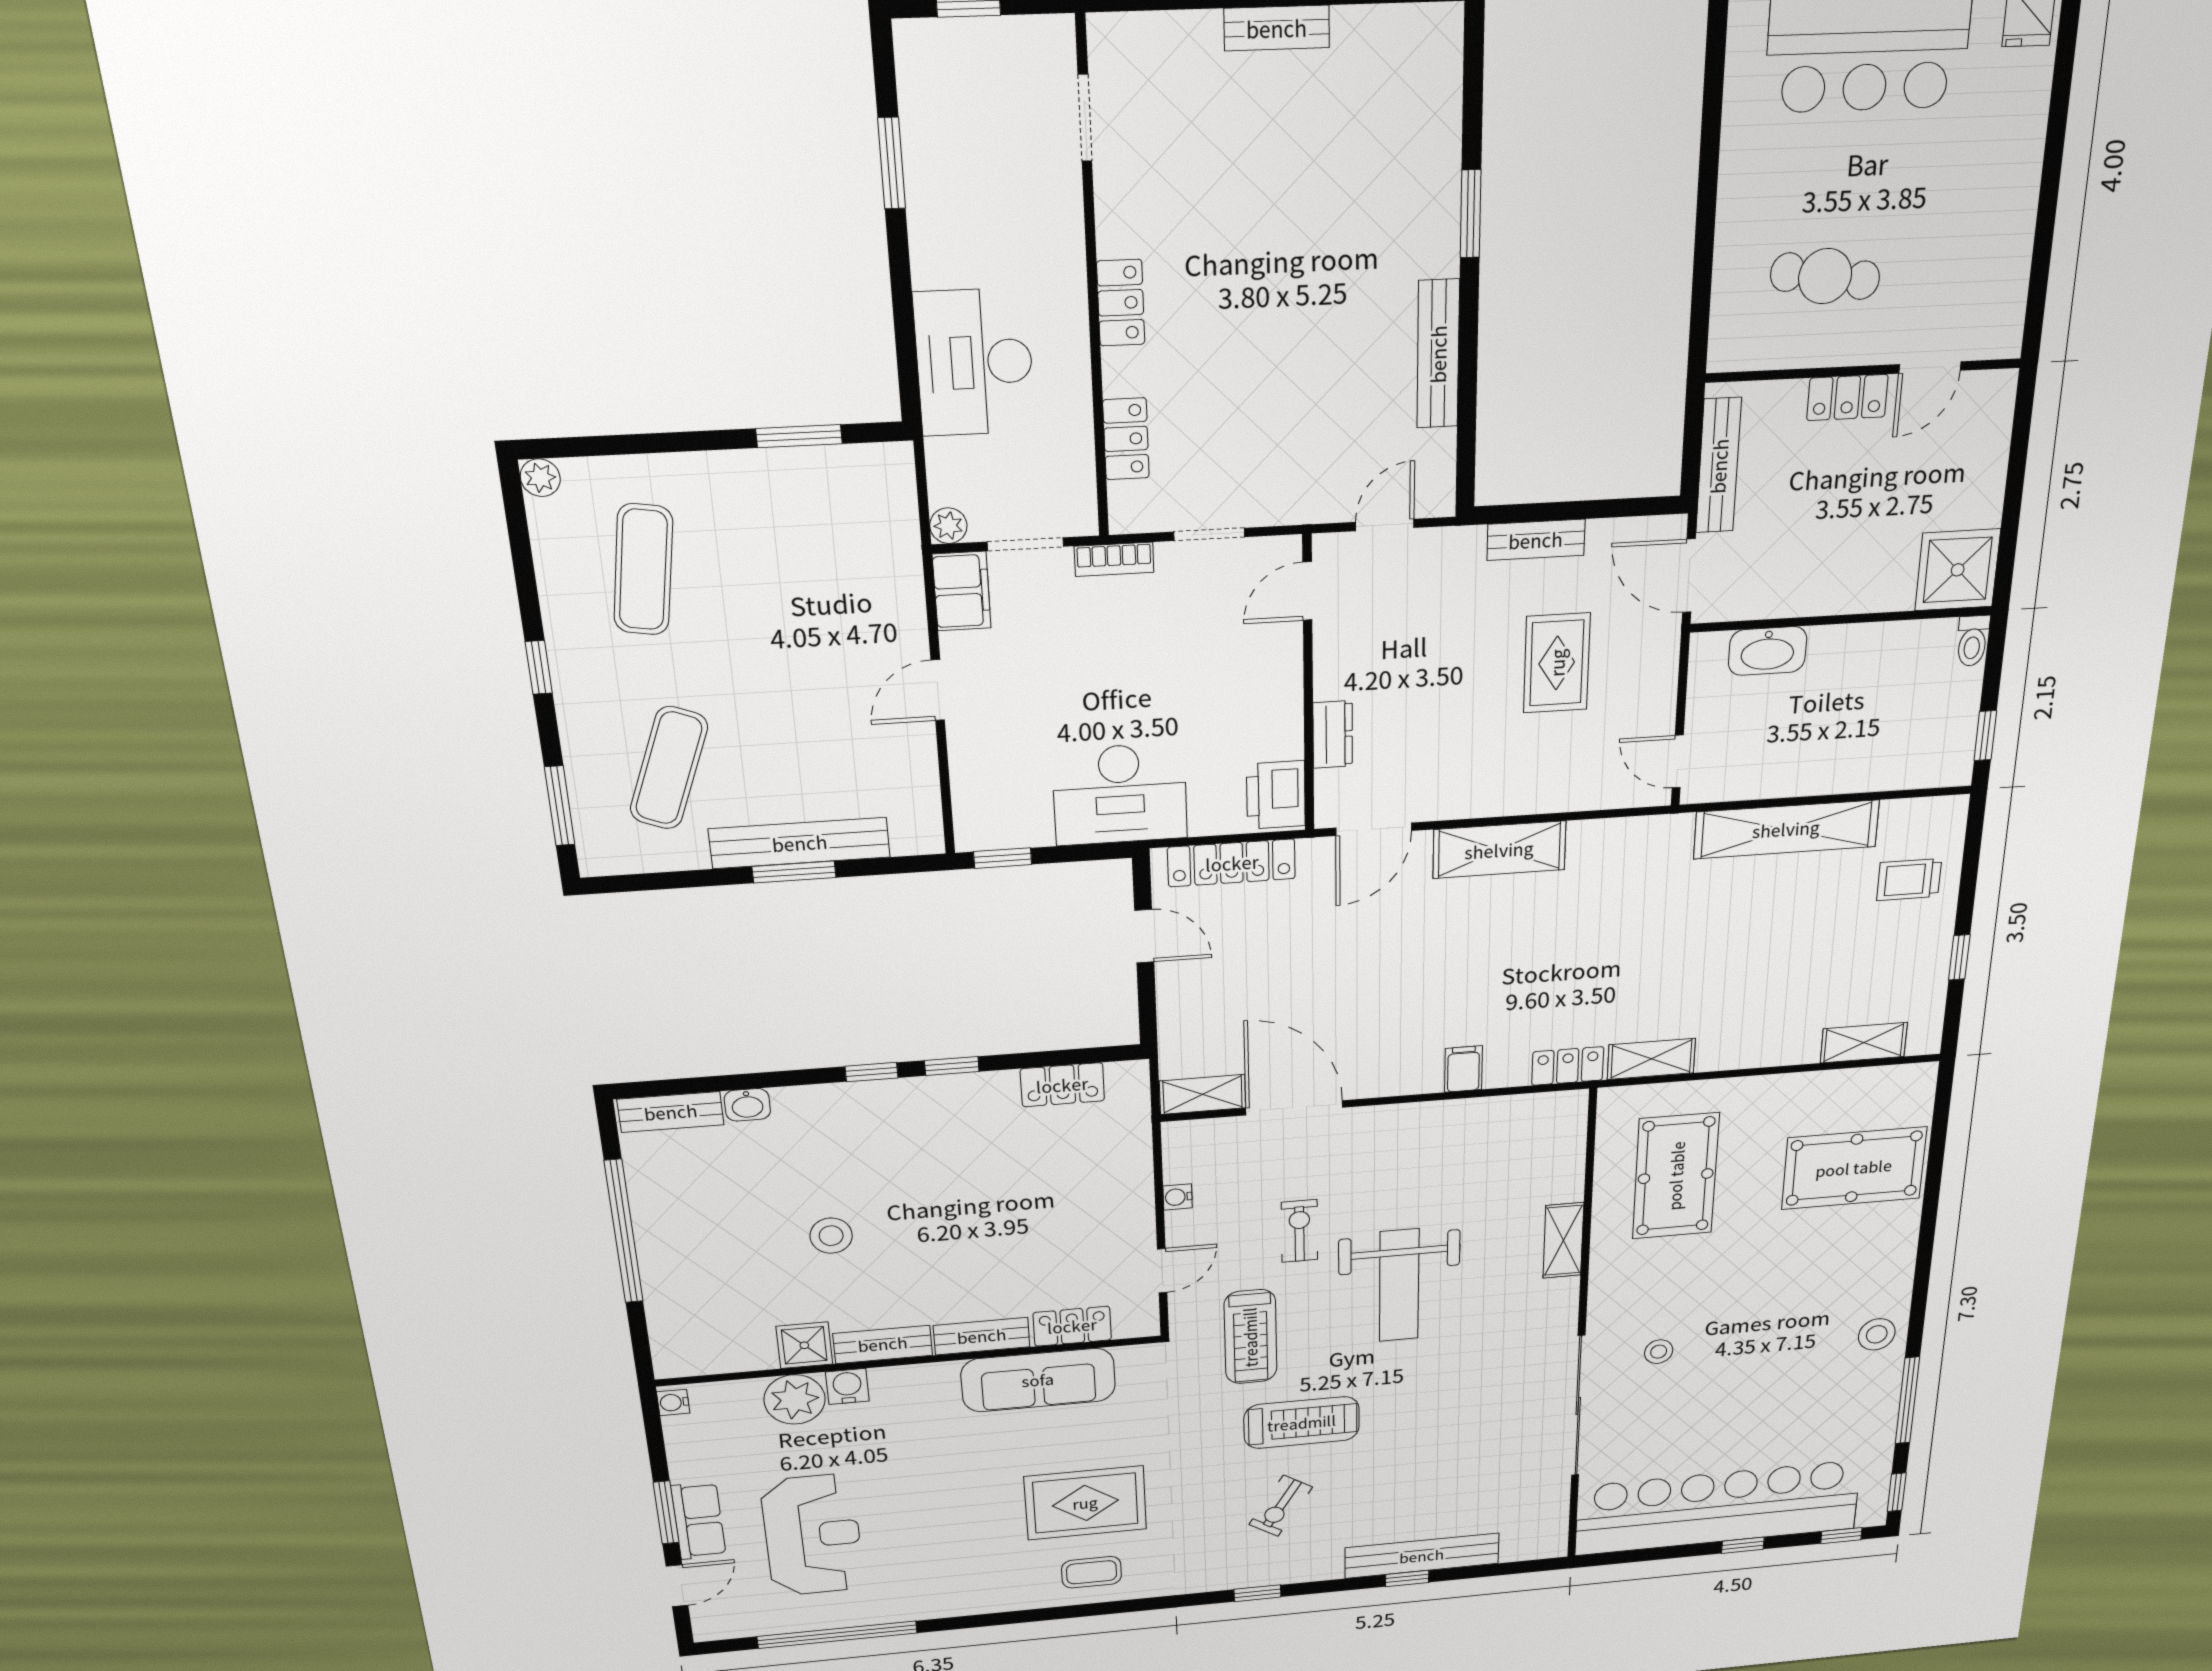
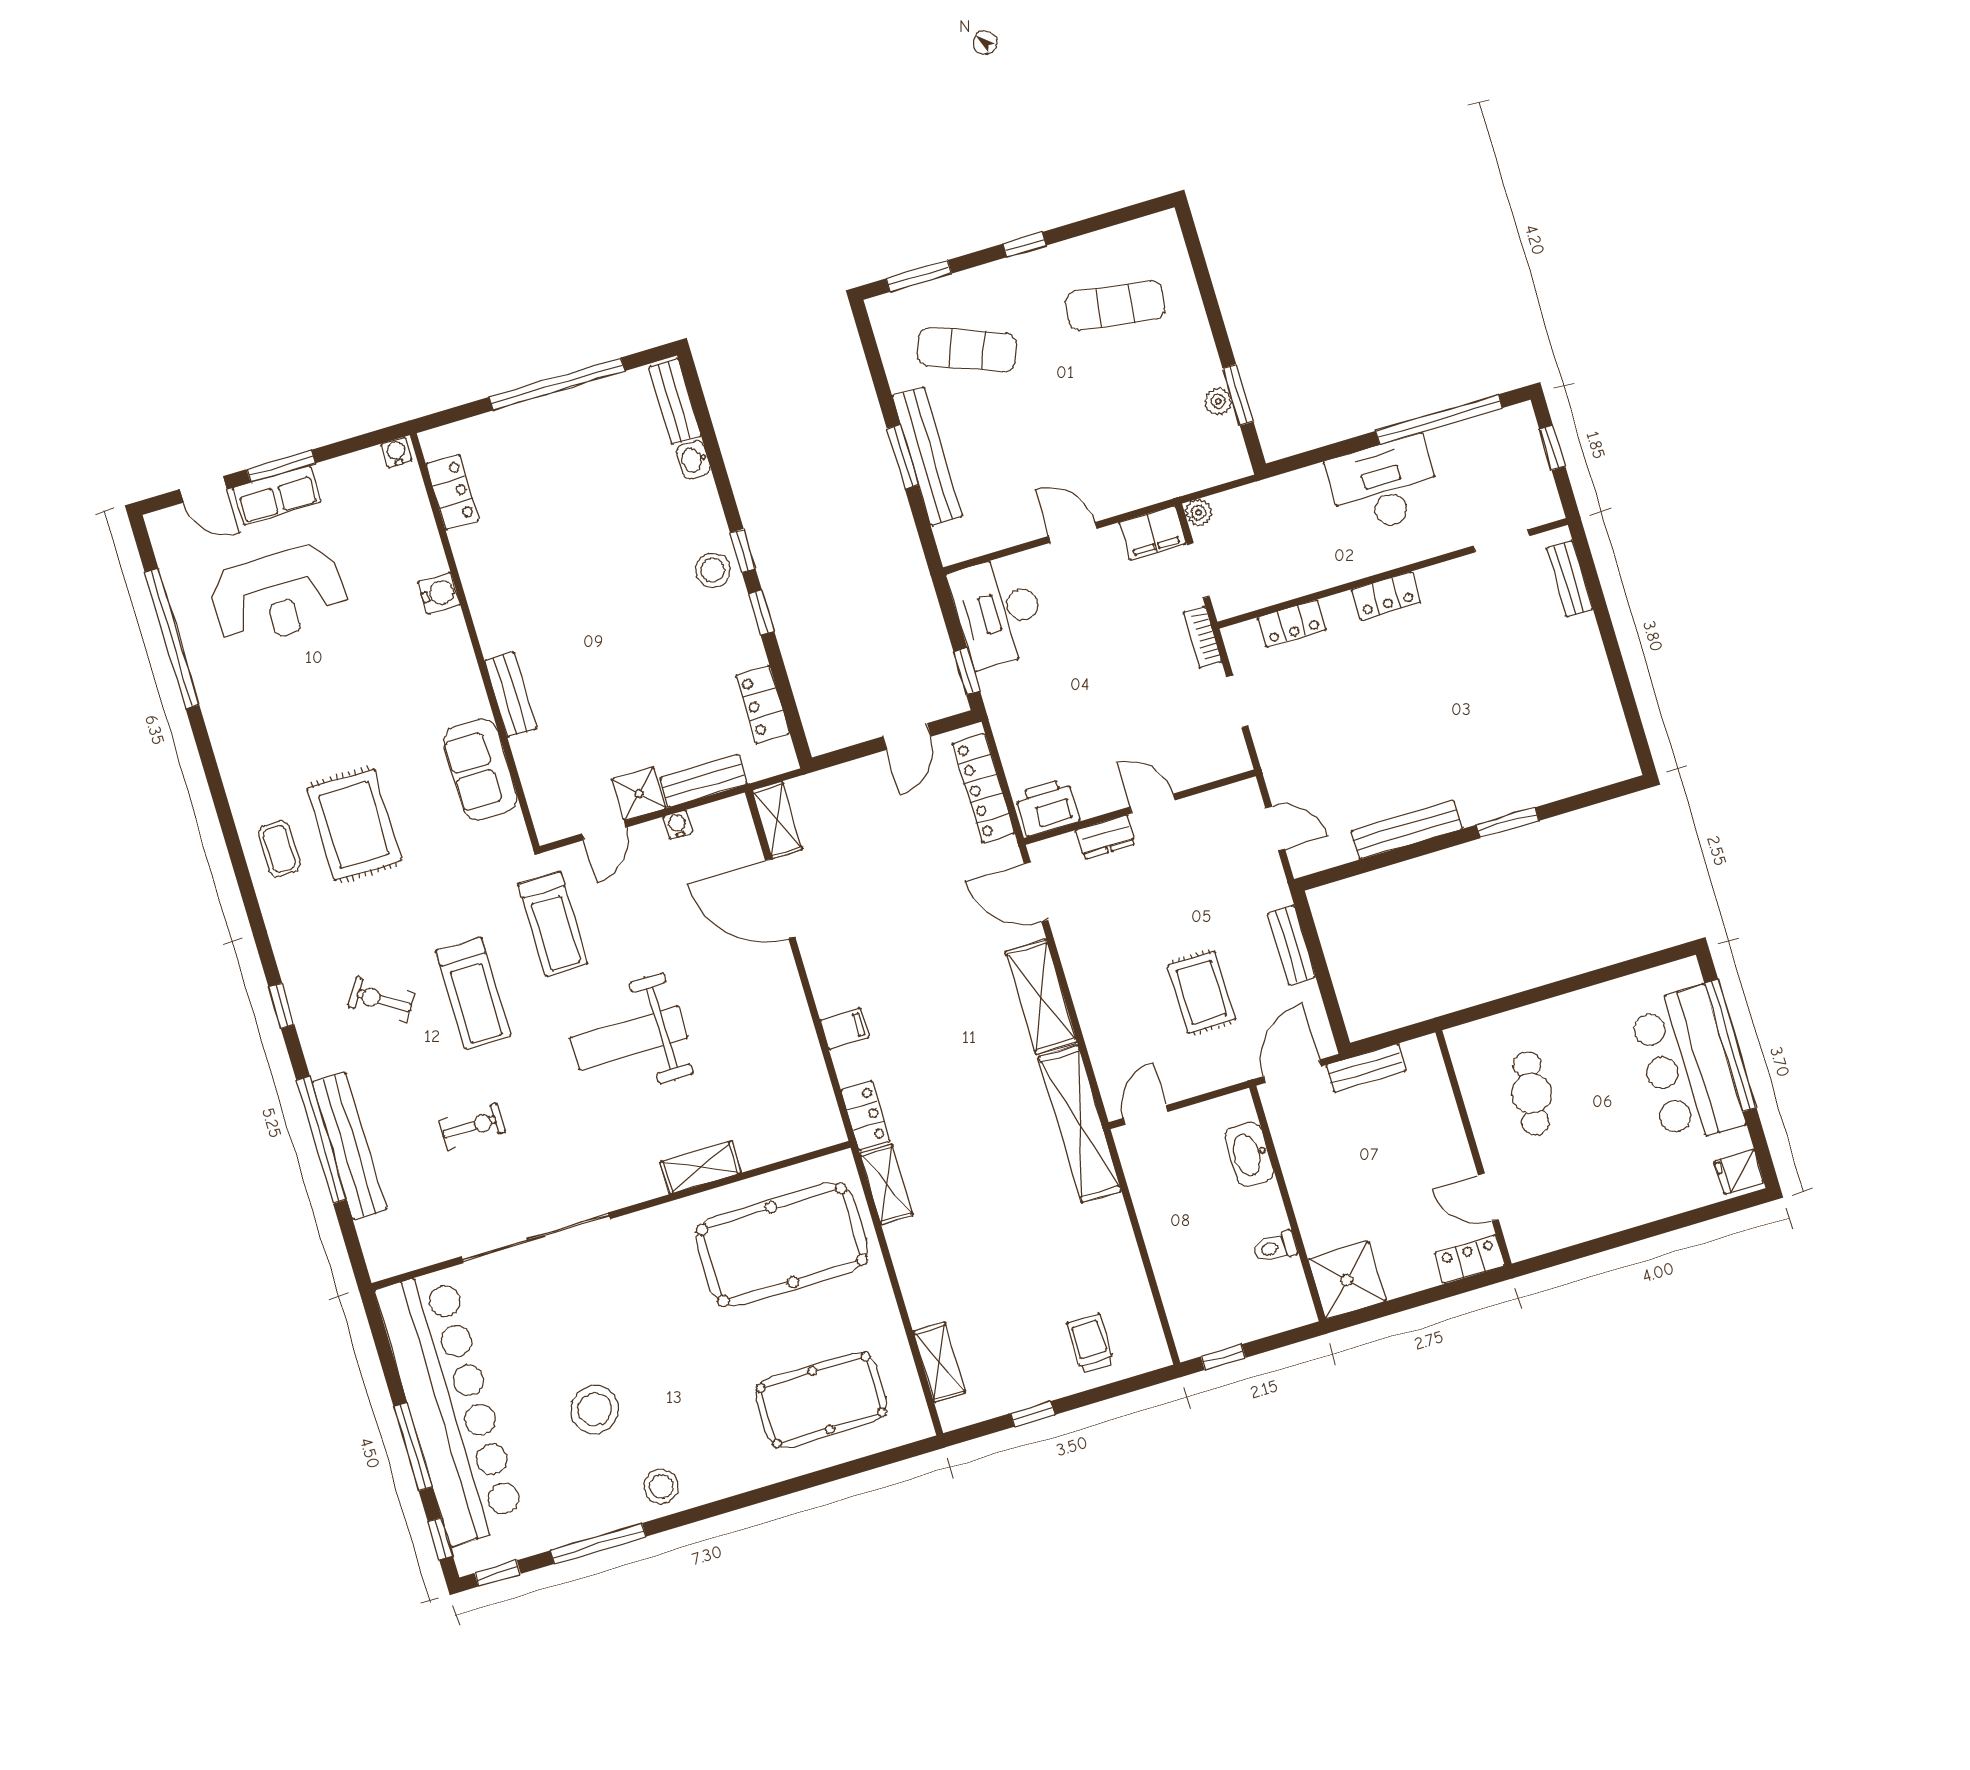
bench: (1277, 28) -> (1569, 579), moved
window: (892, 163) -> (1439, 419), width x2.11
desk: (974, 362) -> (1384, 486), moved
locker: (1847, 398) -> (1470, 1259), moved, turned 90
bench: (1719, 466) -> (1366, 1068), width x0.73
plant: (540, 478) -> (1218, 401), moved
door: (1307, 591) -> (1152, 803), moved
toilet: (1973, 641) -> (1275, 1247), moved
rug: (1557, 663) -> (1202, 992), turned 90
desk: (1120, 794) -> (998, 612), moved
shelving: (1786, 829) -> (1080, 1124), moved
window: (1003, 858) -> (967, 671), moved
door: (1294, 1108) -> (780, 899), swing flipped
pool table: (1854, 1168) -> (821, 1400), turned 90
pool table: (1676, 1176) -> (782, 1245), width x1.36, depth x1.32
exercise bike: (1299, 1231) -> (472, 1126), moved
stool: (831, 1236) -> (713, 570), moved
door: (1162, 1271) -> (604, 831), hinge flipped
locker: (1072, 1326) -> (452, 492), moved
treadmill: (1250, 1337) -> (553, 924), turned -90
bench: (883, 1344) -> (704, 781), moved, turned 90
shower: (804, 1345) -> (639, 794), moved
stool: (1659, 1352) -> (595, 1409), moved, width x1.89, depth x1.89
sofa: (1038, 1380) -> (480, 770), width x0.73
plant: (795, 1399) -> (418, 552), removed
window: (1743, 1545) -> (413, 1447), width x2.17
window: (1407, 1578) -> (321, 1140), width x3.17

